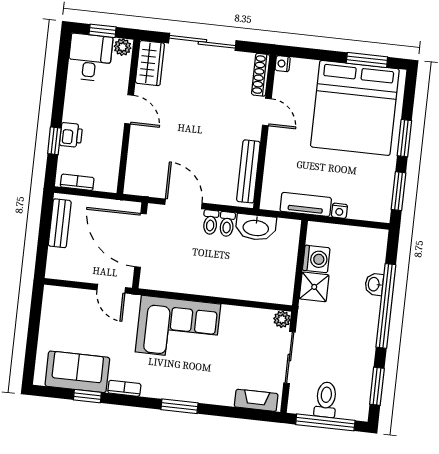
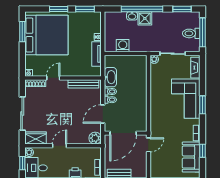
plant: (137, 183) -> (95, 138), added
shower: (314, 287) -> (145, 18), moved
corner sofa: (178, 328) -> (186, 99), moved, turned 180

